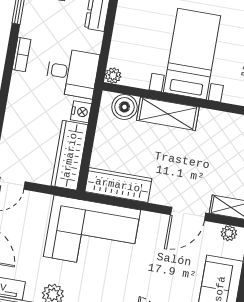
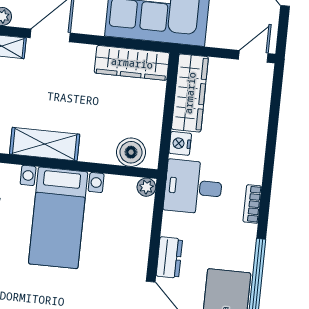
shelving: (168, 114) -> (45, 144), moved

